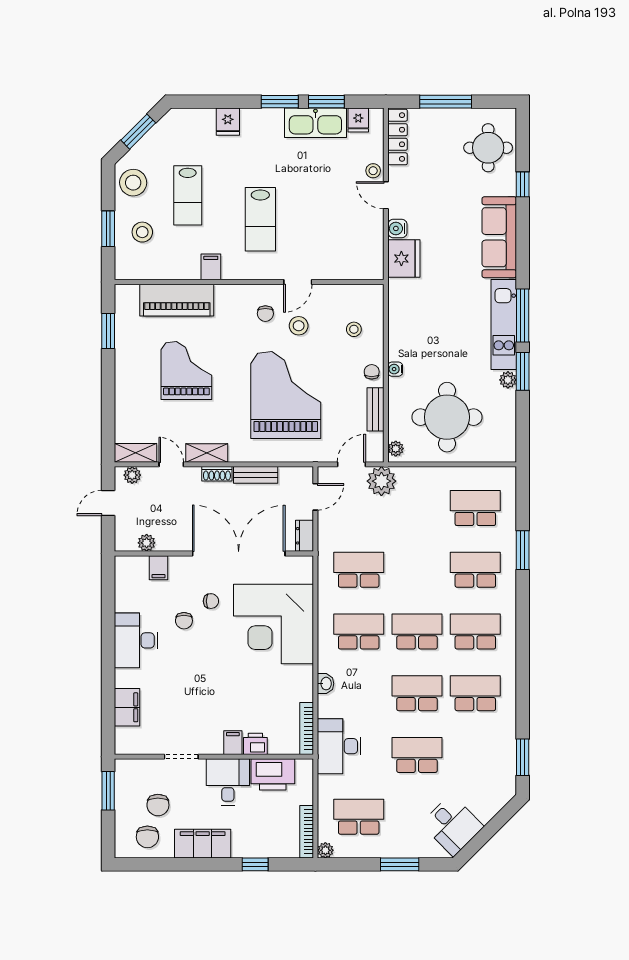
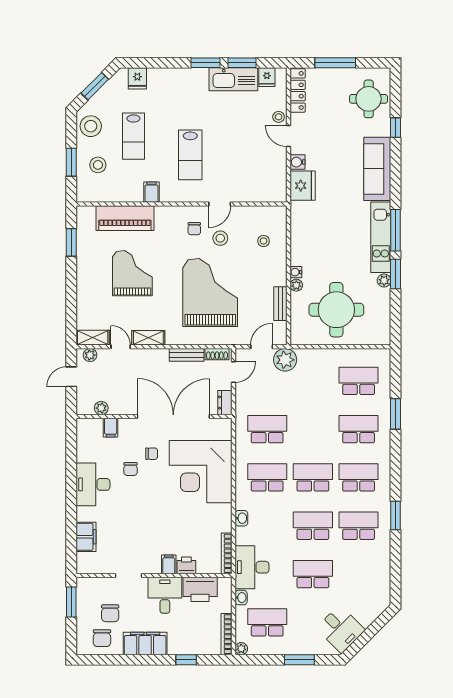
fridge: (228, 122) -> (137, 78), moved
chair: (372, 372) -> (277, 274), removed
plant: (396, 449) -> (296, 285), moved
shoe rack: (217, 474) -> (217, 354), moved
window: (523, 757) -> (396, 515), moved
washbasin: (325, 785) -> (241, 598), added

